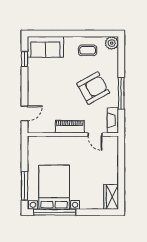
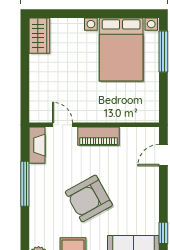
armchair: (93, 88) -> (89, 198), moved
window: (55, 212) -> (120, 14), removed

